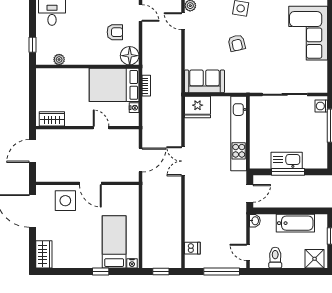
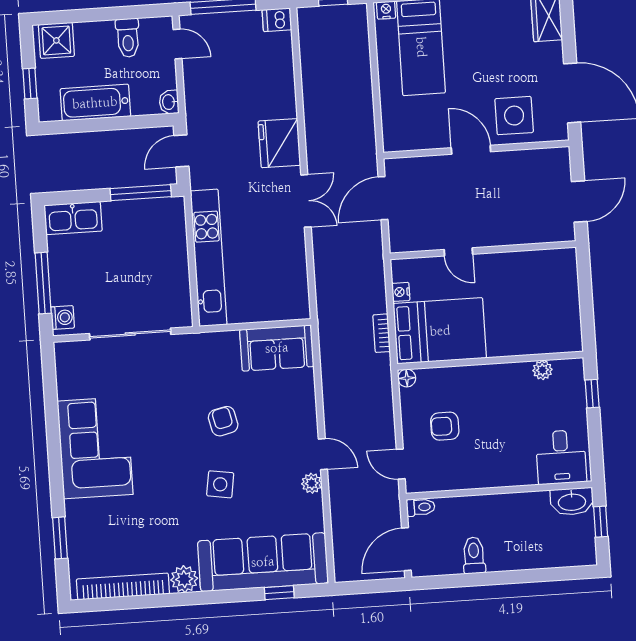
floor lamp: (130, 56) -> (407, 378), width x0.53, depth x0.53
fridge: (198, 107) -> (279, 143), moved, turned -90
wardrobe: (52, 119) -> (548, 262), removed
kitchen sink: (287, 160) -> (73, 218), moved
window: (288, 172) -> (141, 193), moved
dishwasher: (192, 248) -> (277, 20), moved

